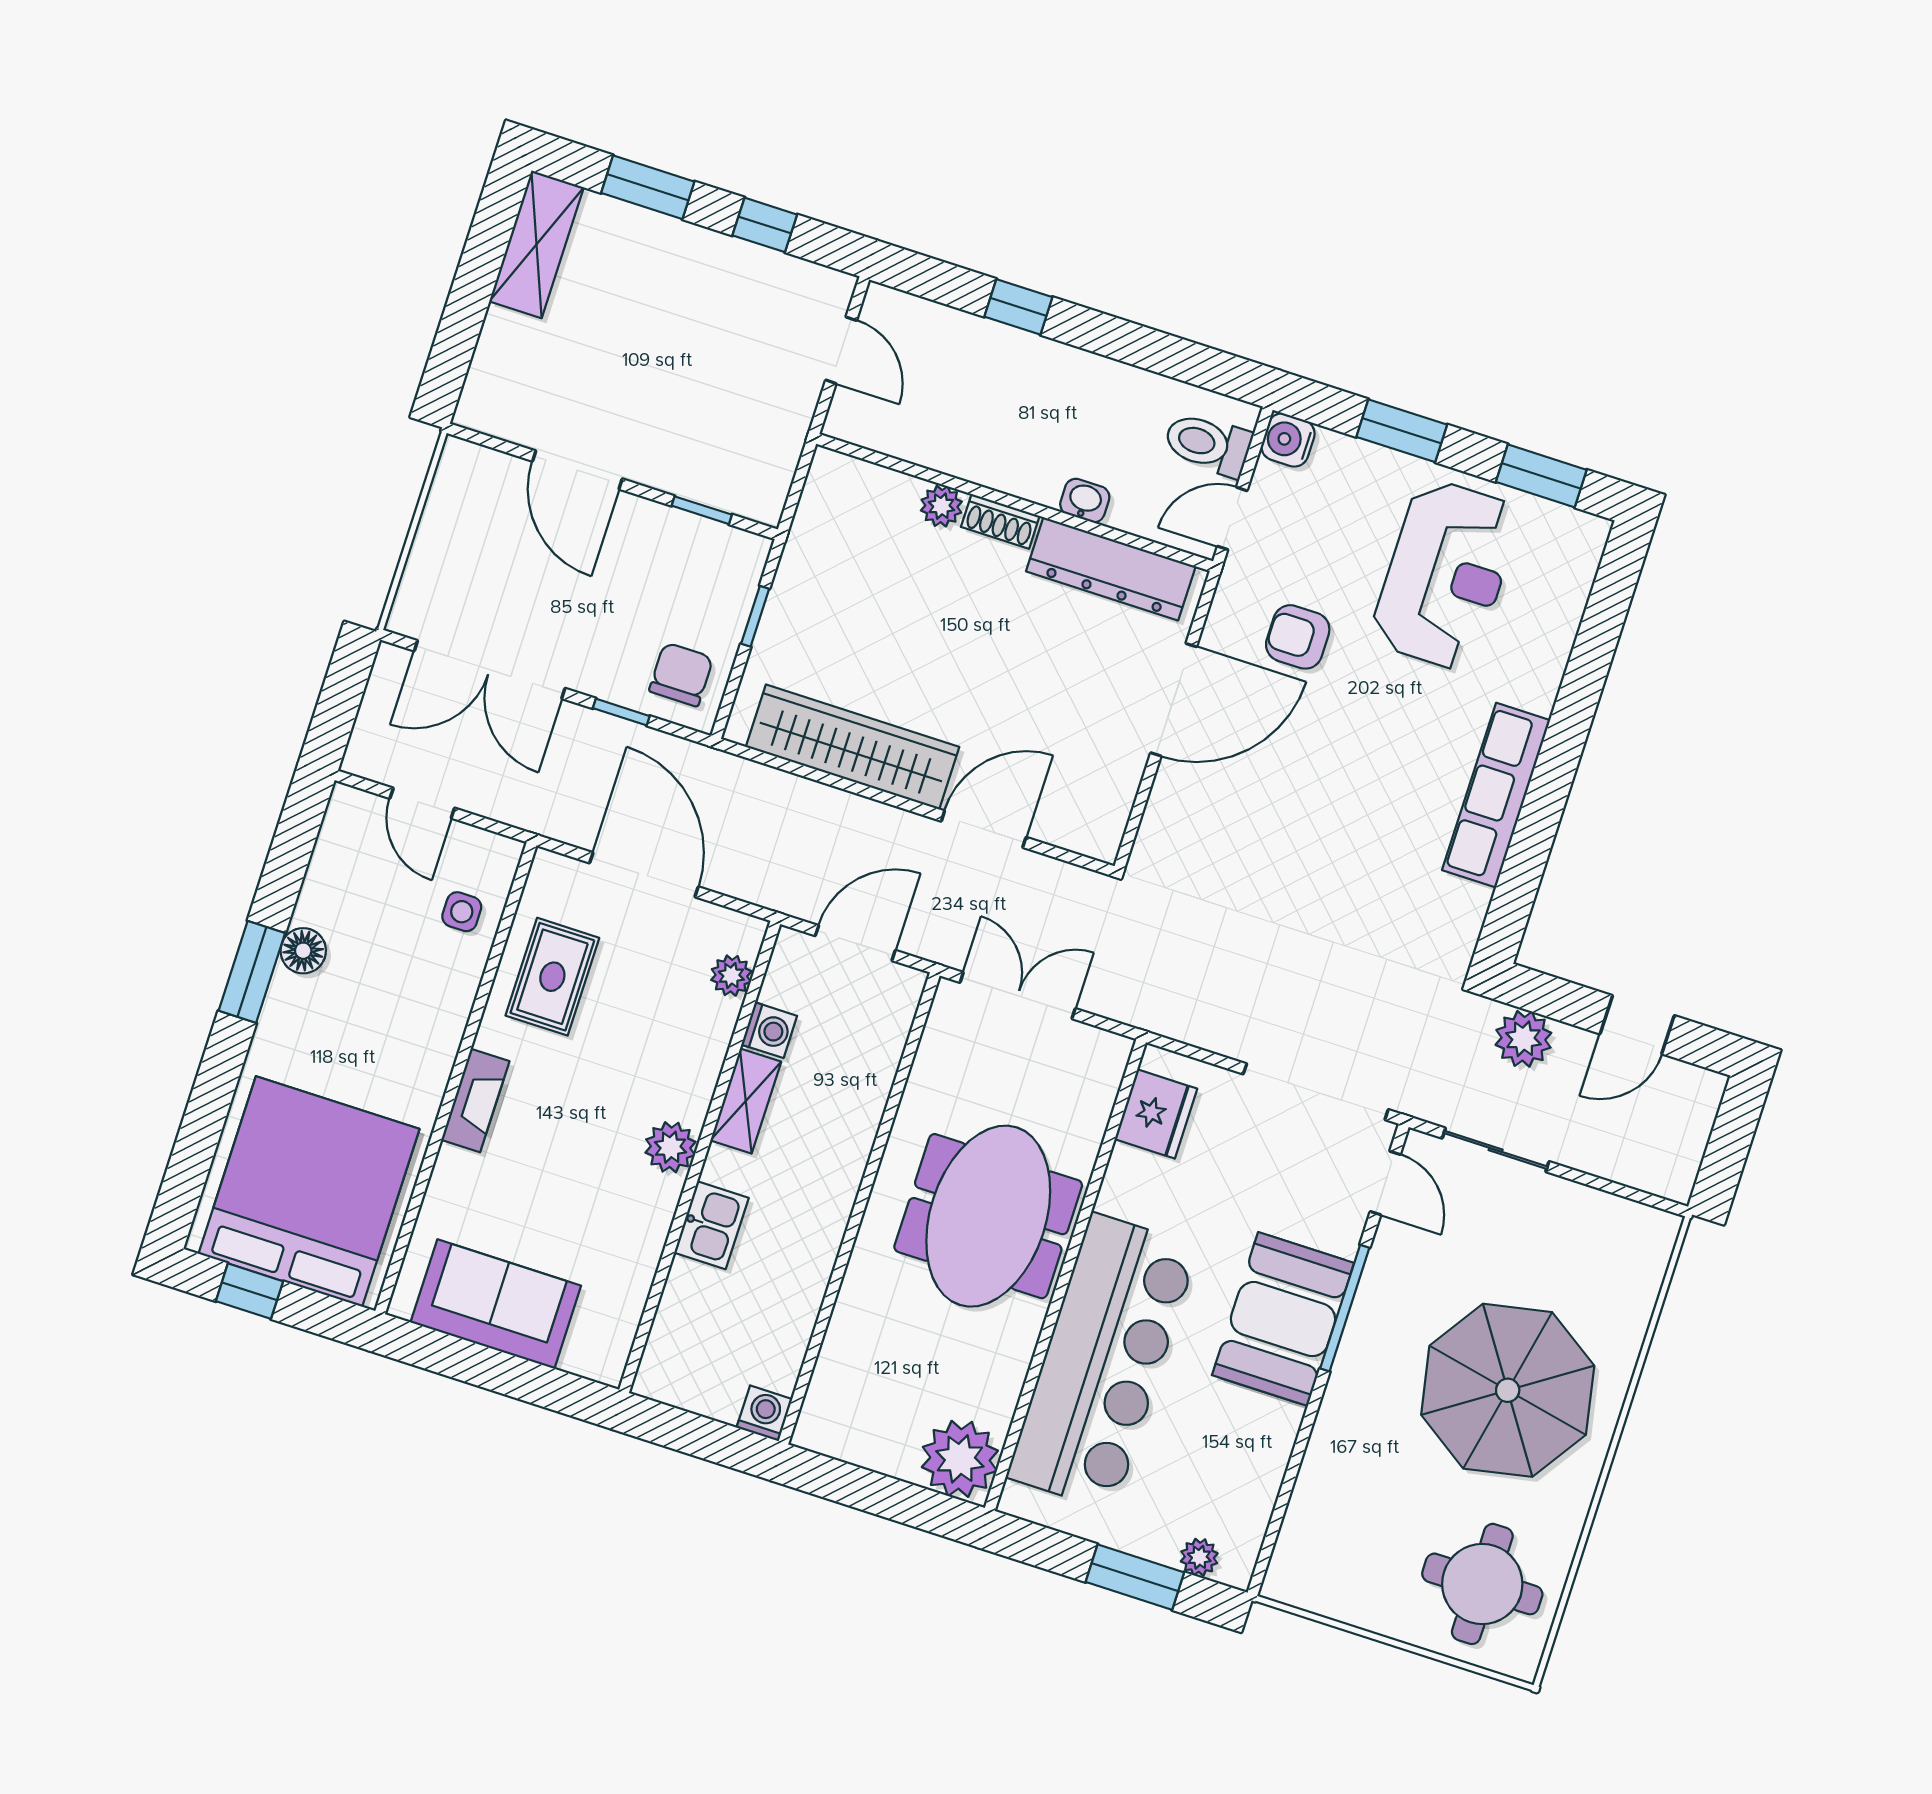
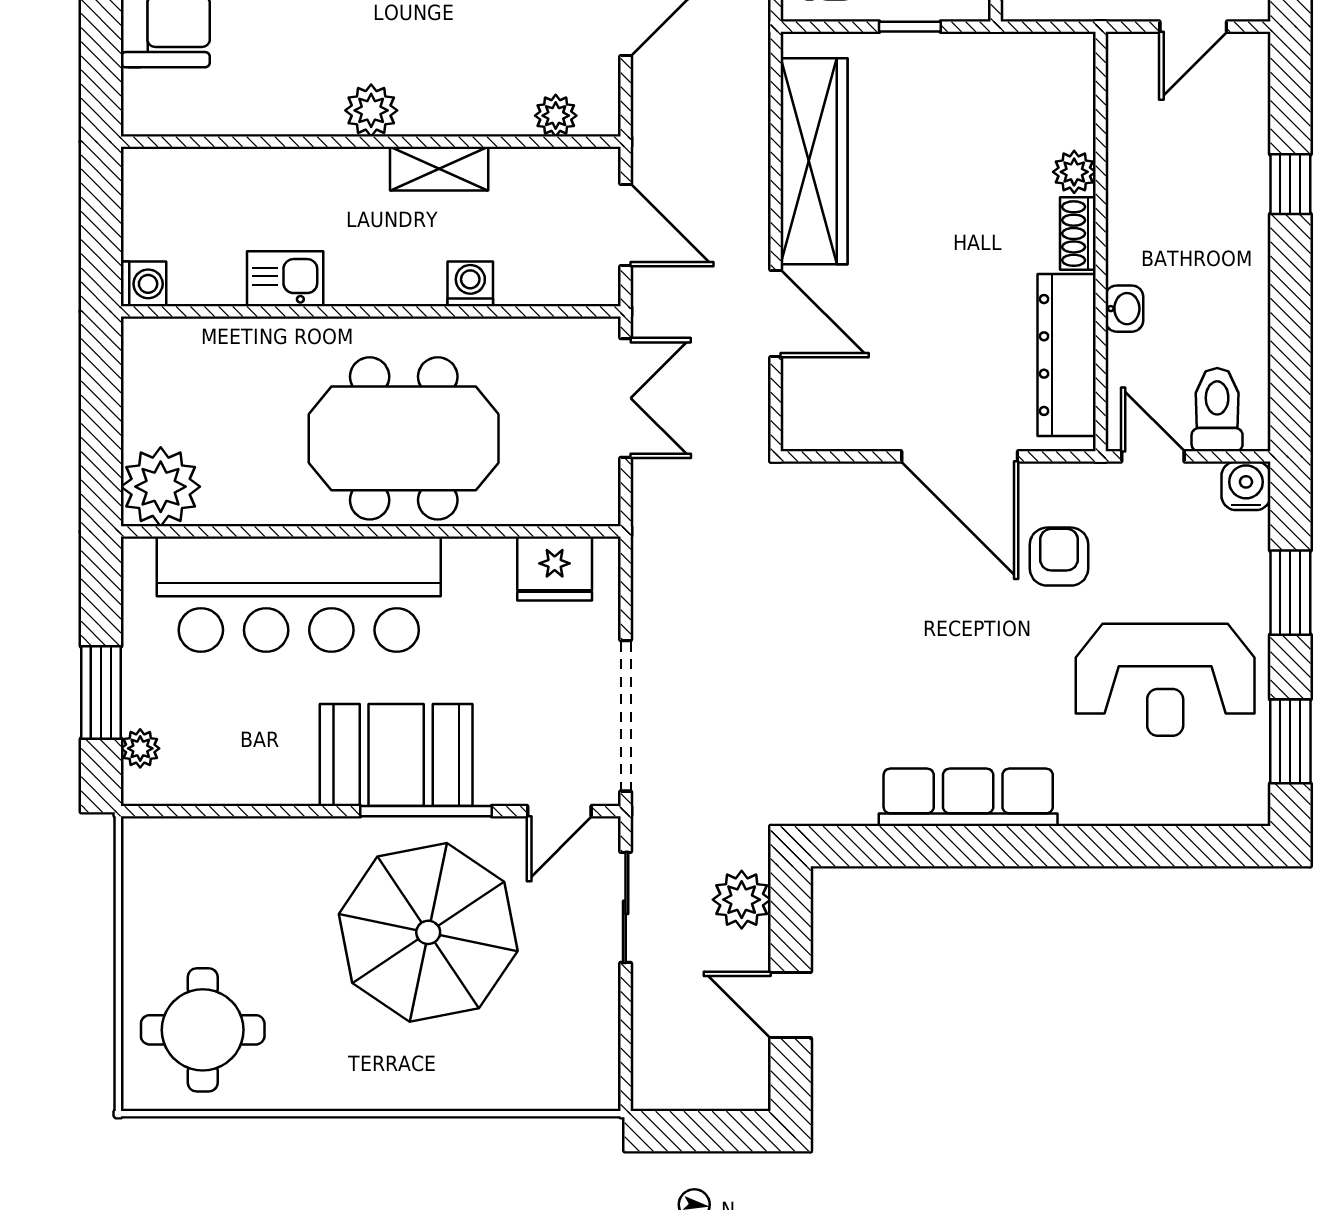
washing machine: (769, 1030) -> (470, 284), moved, turned 180
kitchen sink: (711, 1225) -> (285, 279), moved, turned 180
parasol: (1508, 1390) -> (428, 932), moved

